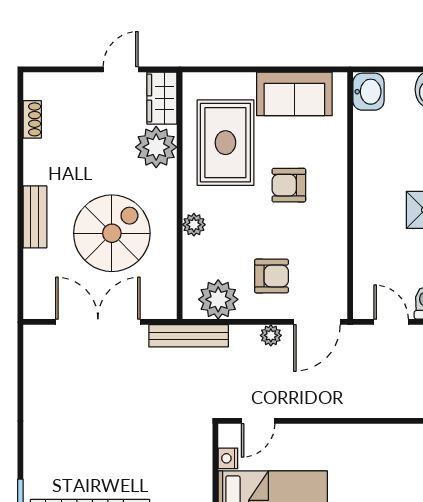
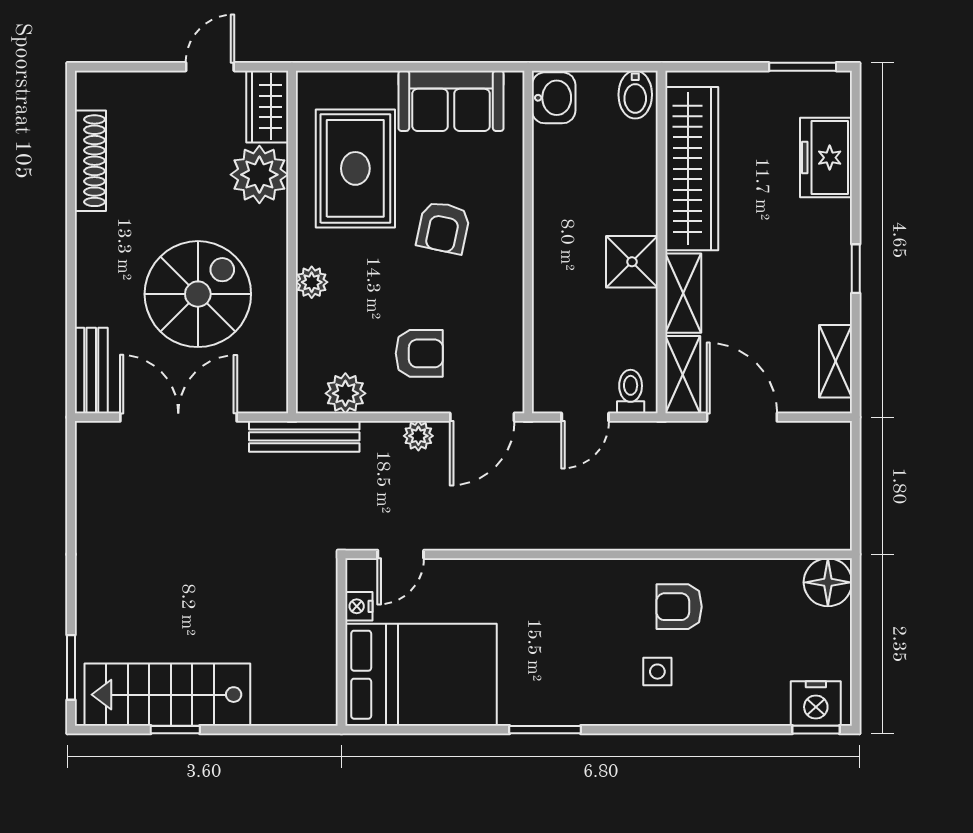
shoe rack: (32, 119) -> (90, 161), width x1.94, depth x1.24
armchair: (289, 185) -> (443, 227), turned -78
bench: (35, 217) -> (91, 370), moved
plant: (218, 299) -> (345, 393), width x0.73, depth x0.73
door: (391, 322) -> (585, 417), swing flipped

